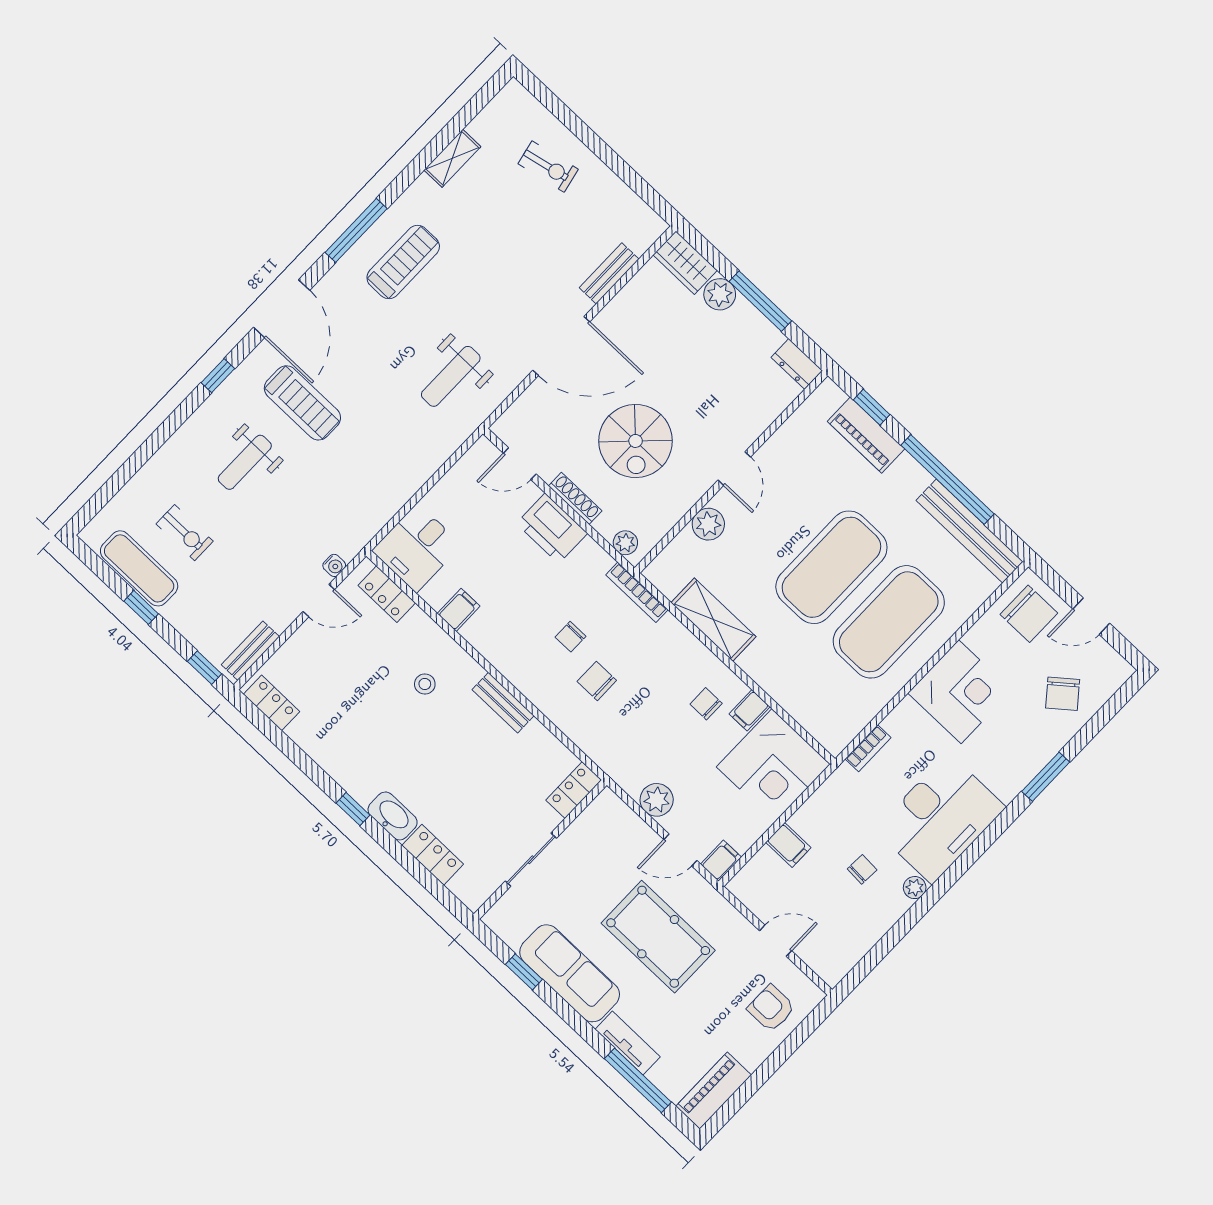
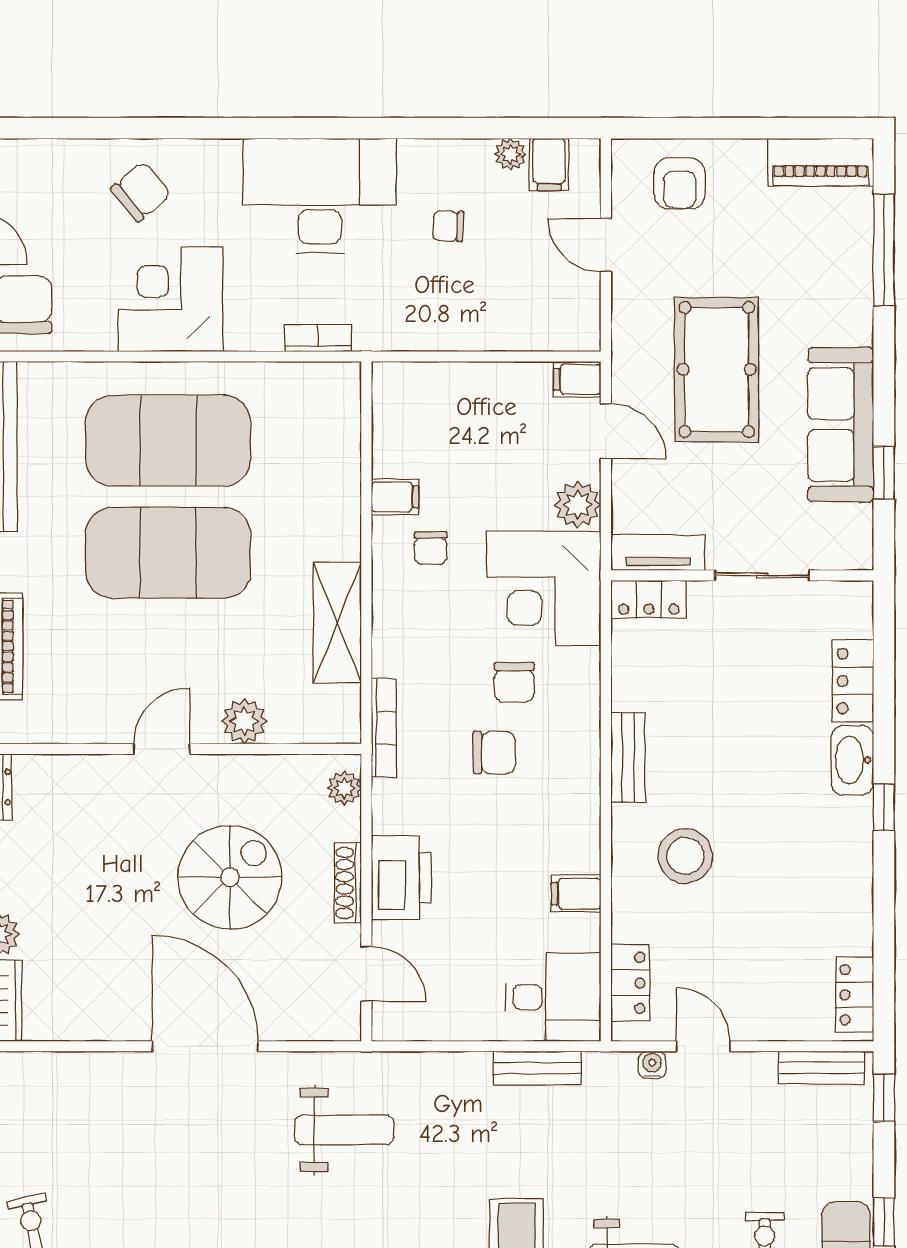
bench: (609, 273) -> (537, 1068), moved
chair: (571, 637) -> (494, 753), width x1.37, depth x1.37
stool: (425, 684) -> (685, 856), width x1.89, depth x1.89
chair: (1063, 694) -> (141, 192), moved
corner desk: (773, 766) -> (544, 589), moved, turned 180
window: (1046, 777) -> (174, 128), removed
filing cabinet: (788, 845) -> (549, 164), moved, turned 180
plant: (915, 888) -> (510, 154), moved
tv unit: (628, 1043) -> (658, 552), moved, turned 90

